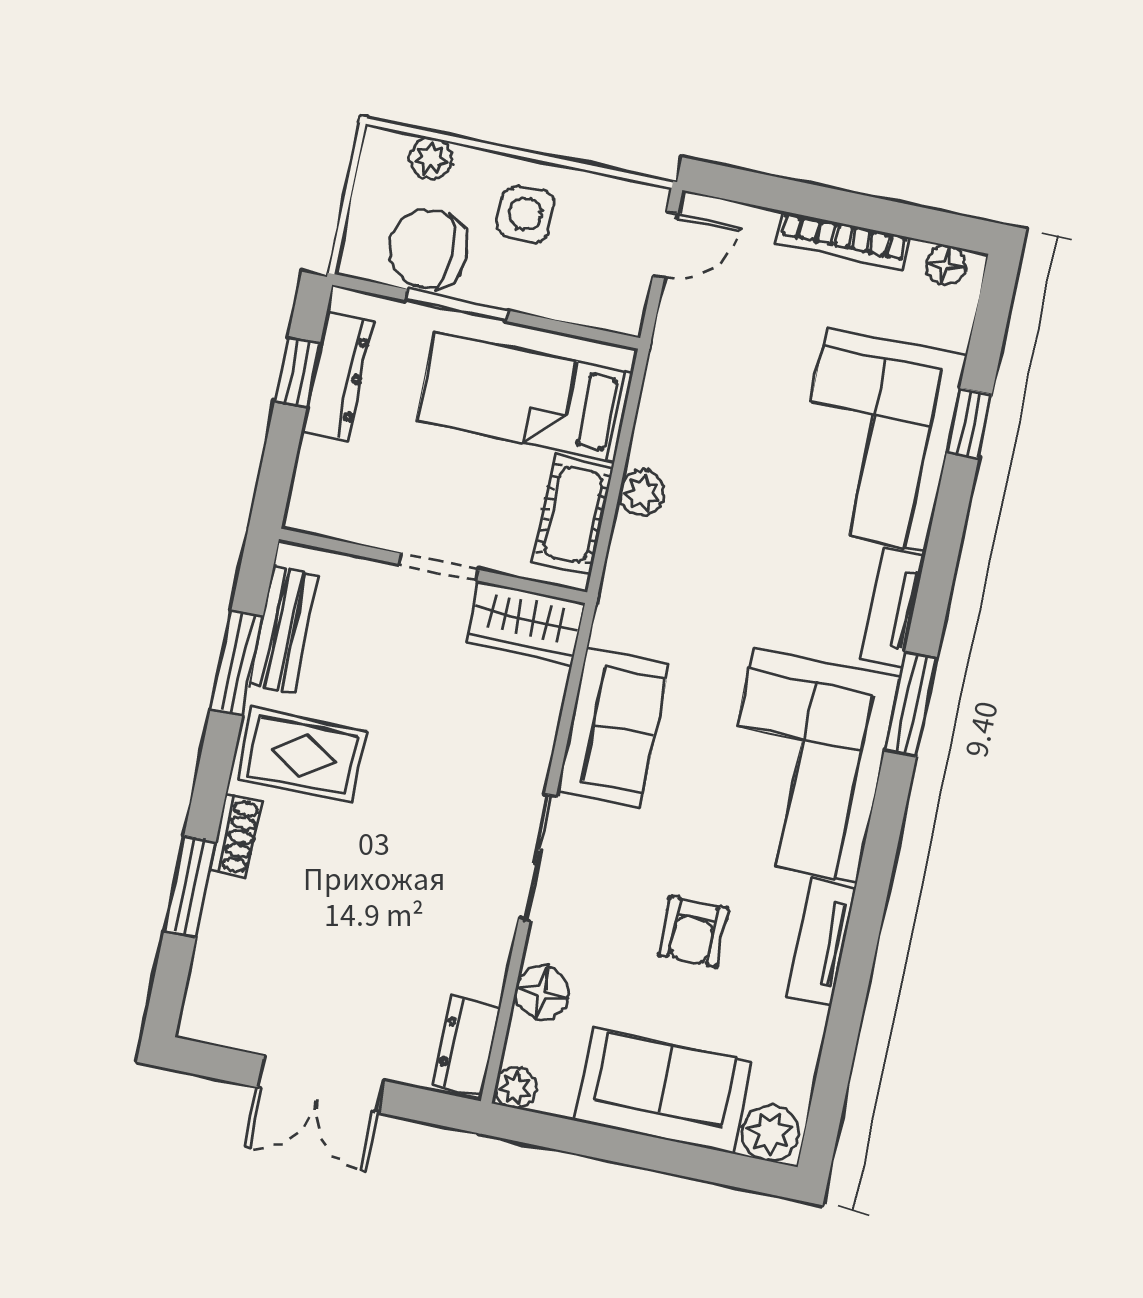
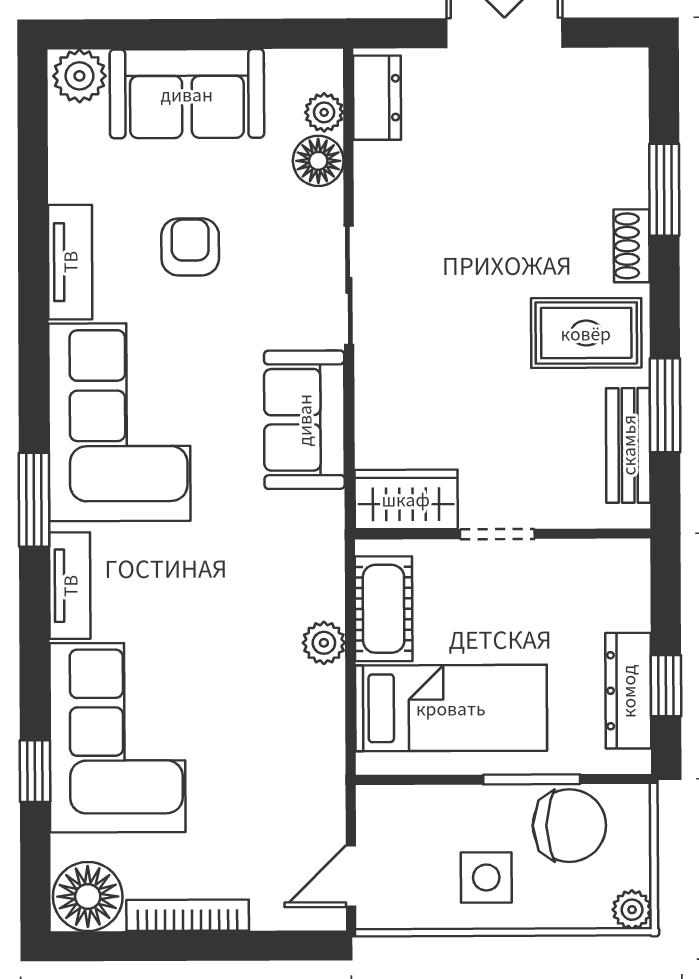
plant: (431, 159) -> (632, 910), moved
floor lamp: (946, 265) -> (88, 896), width x1.89, depth x1.89
plant: (515, 1088) -> (324, 112), moved

